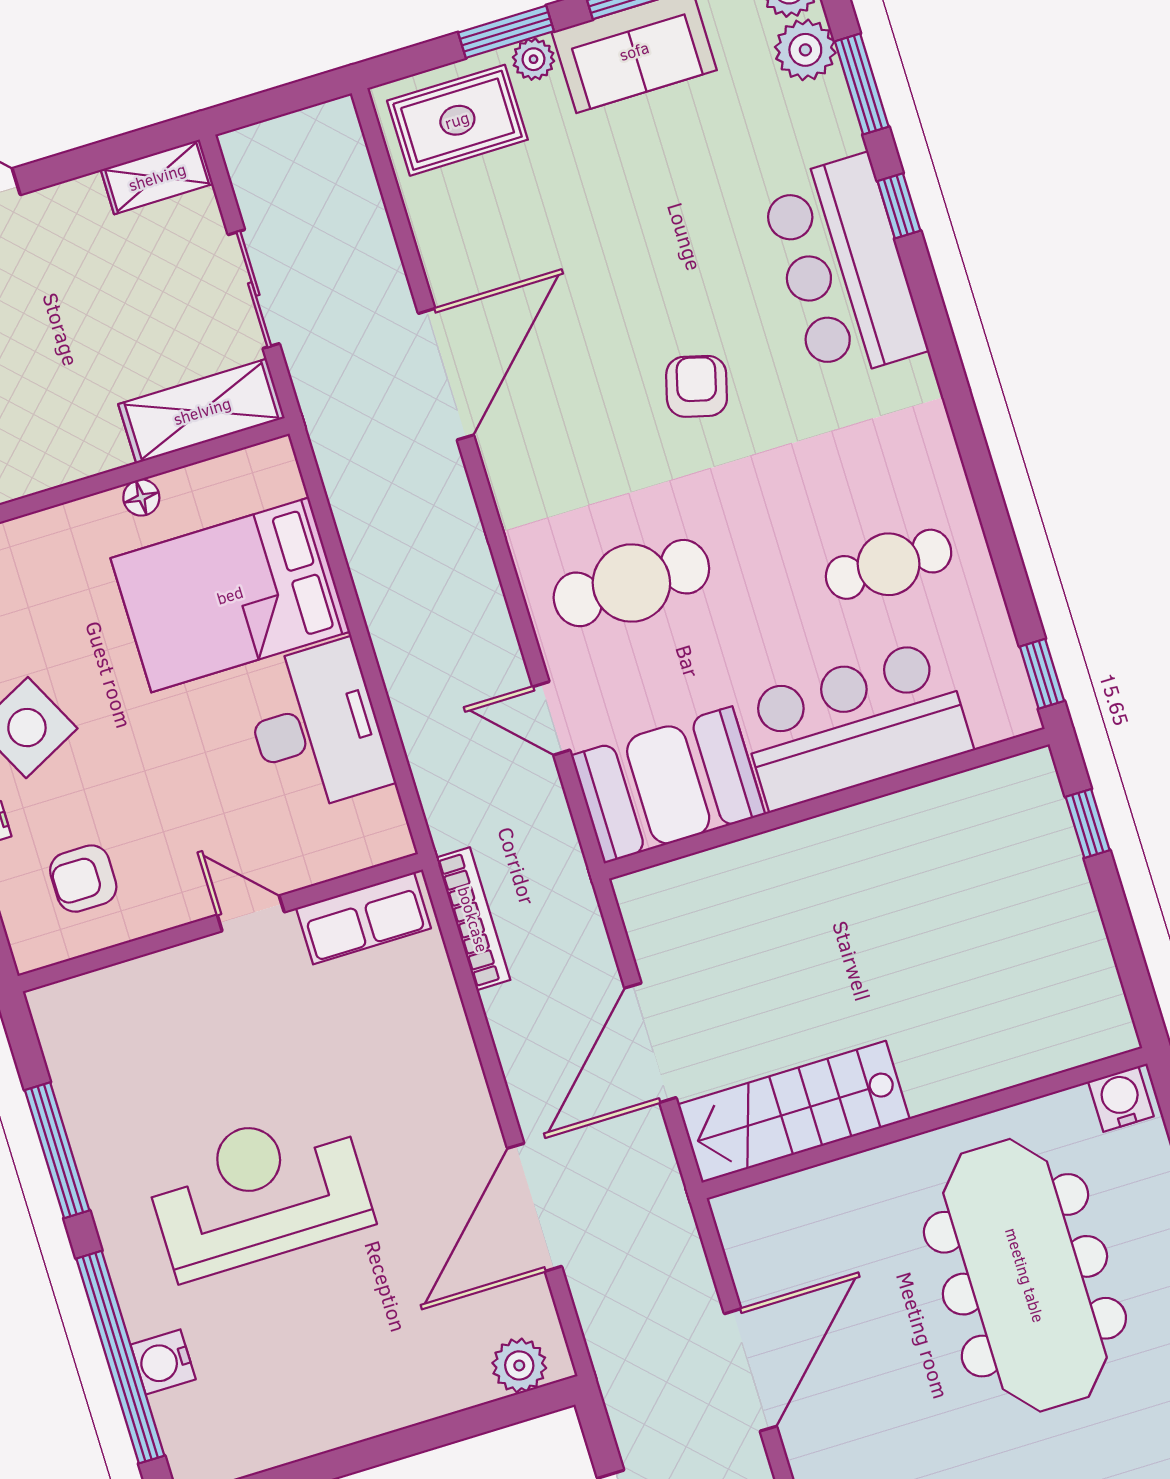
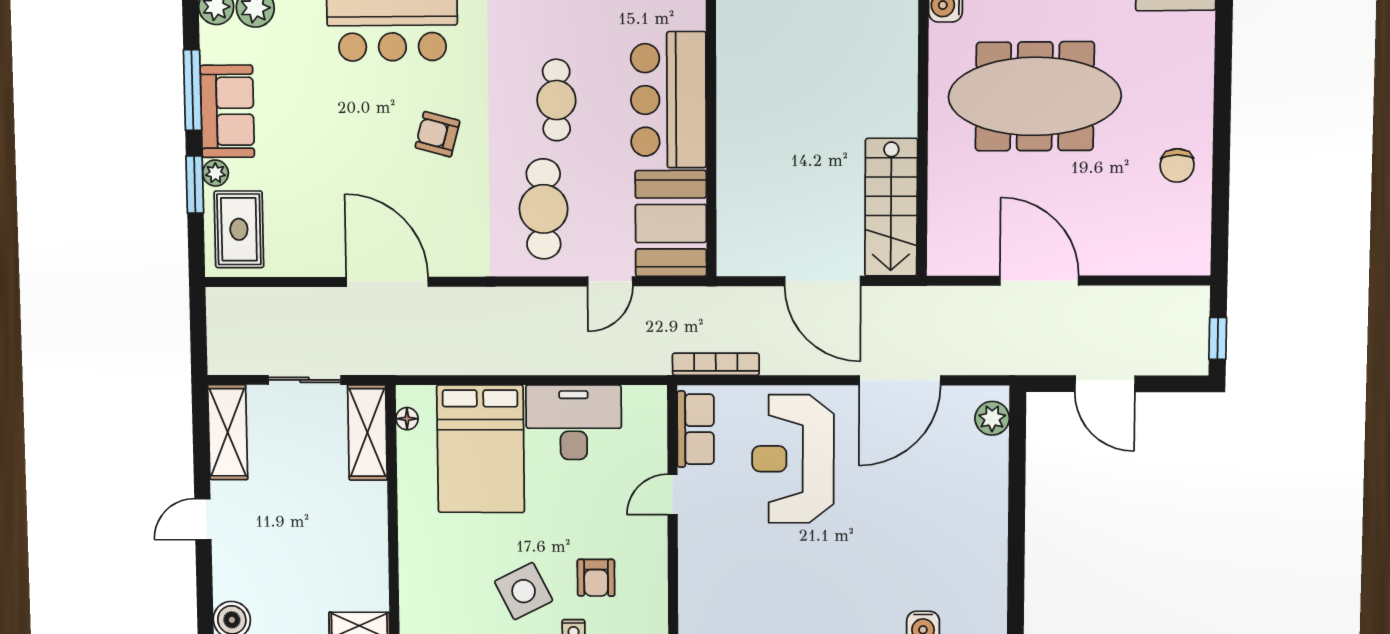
shelving: (157, 177) -> (228, 432), width x1.50, depth x1.33
floor lamp: (141, 498) -> (407, 419), moved
cafe table: (889, 564) -> (556, 100), moved
armchair: (83, 879) -> (596, 578), moved
reception desk: (259, 1192) -> (793, 459), moved
door: (535, 1207) -> (900, 380), hinge flipped

